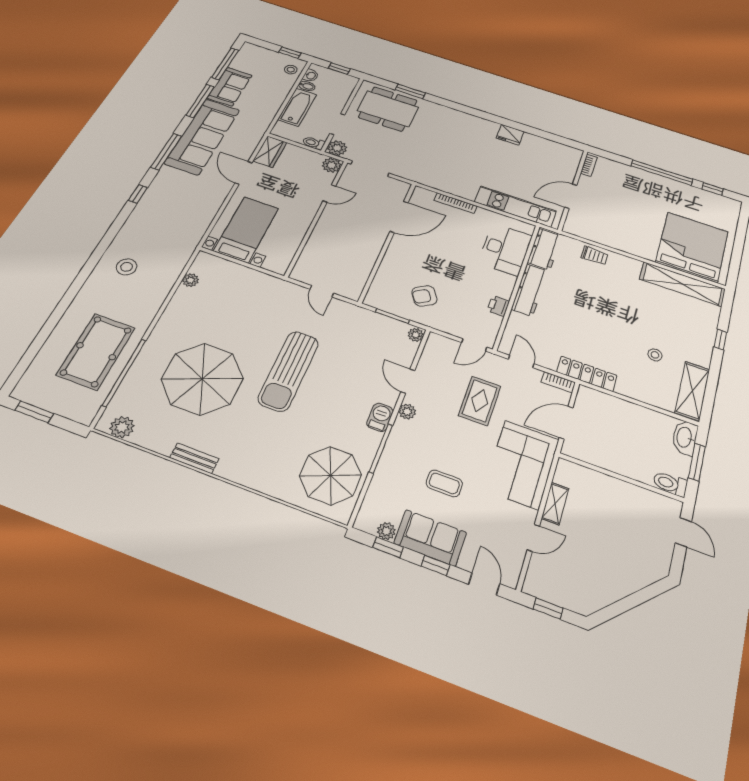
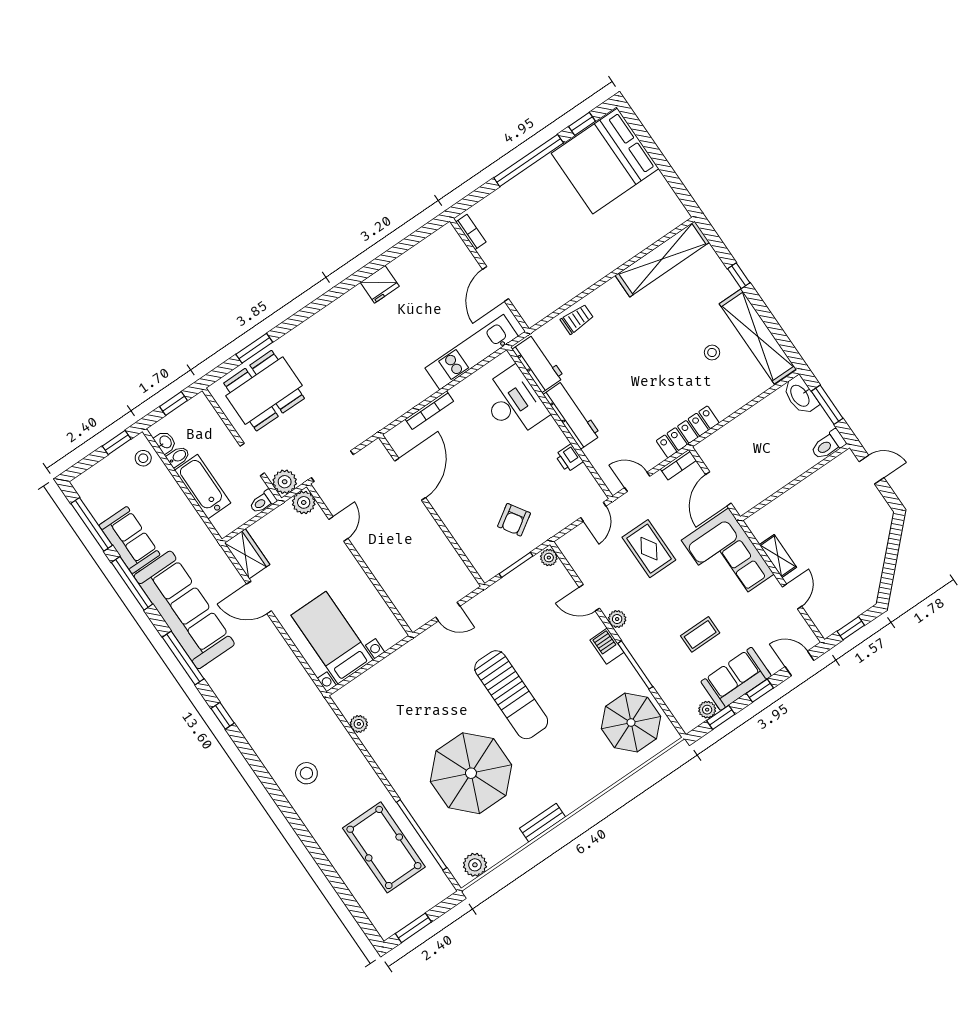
bed: (692, 247) -> (605, 161), moved, turned -90
shelving: (692, 391) -> (758, 336), width x1.47

